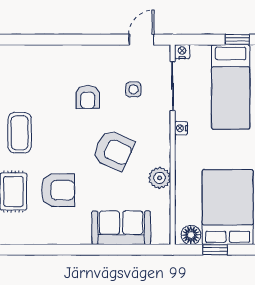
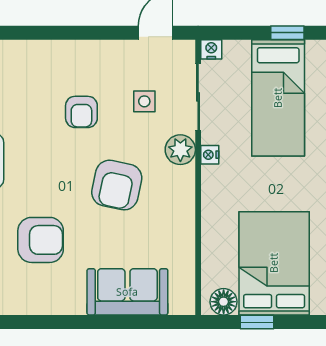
armchair: (113, 150) -> (117, 185), turned 78
plant: (160, 178) -> (180, 150), moved

